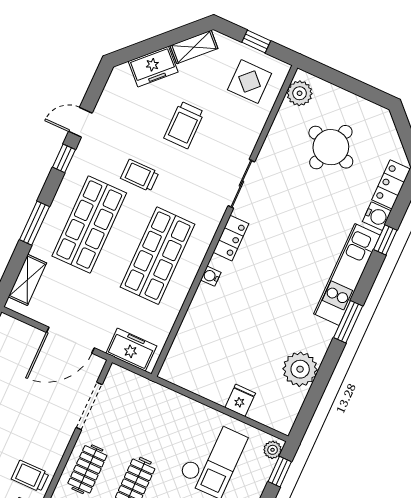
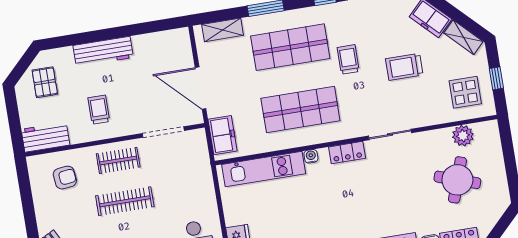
plant: (300, 93) -> (463, 136), moved
kitchen unit: (192, 331) -> (264, 169), added
trolley: (30, 476) -> (99, 110), moved

